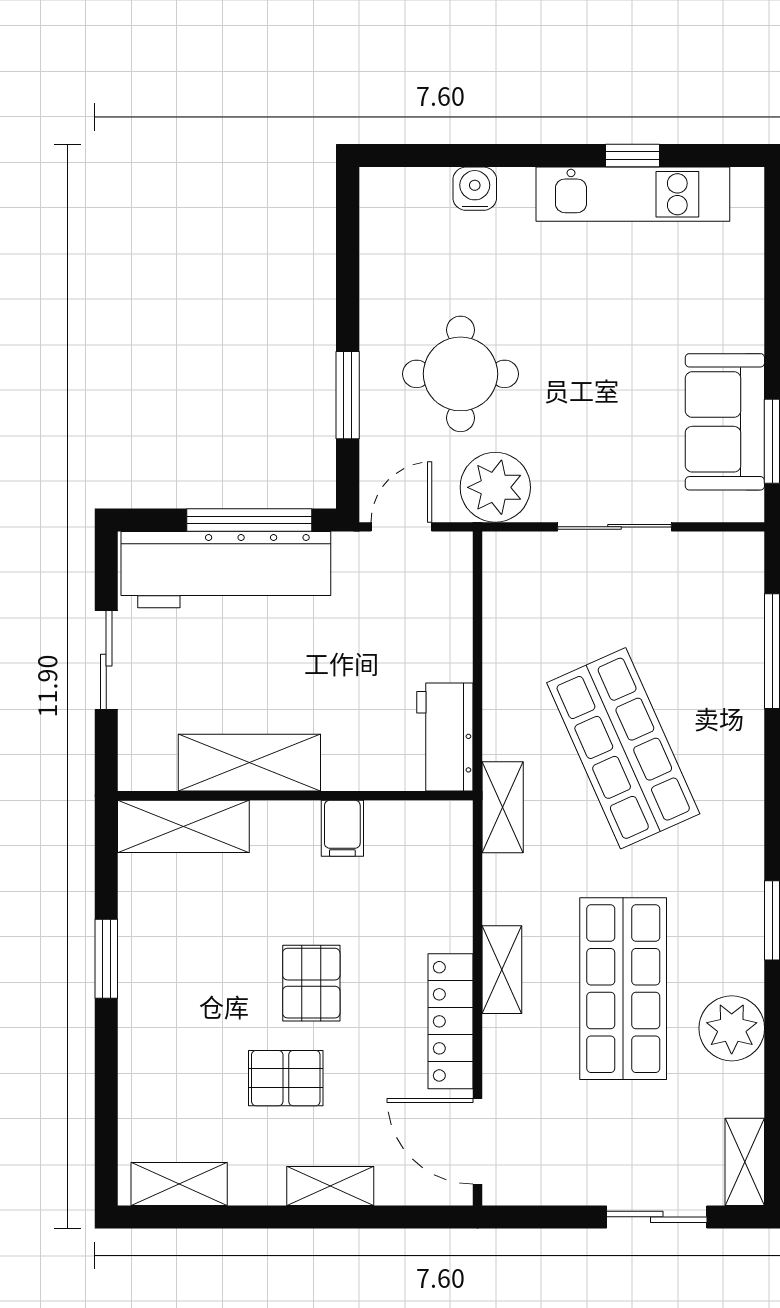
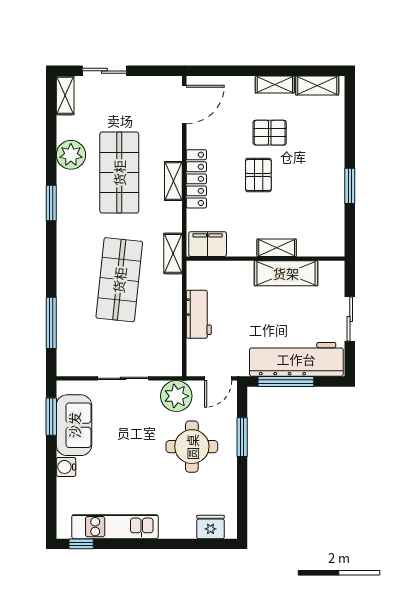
window: (633, 156) -> (81, 544), moved
water cooler: (475, 189) -> (66, 467), moved, turned 90
fridge: (419, 193) -> (210, 527), added
workbench: (445, 737) -> (199, 314), moved
shop shelf: (623, 748) -> (119, 280), turned 30
shelving: (183, 826) -> (277, 248), moved, width x0.67, depth x0.75
filing cabinet: (342, 828) -> (208, 244), moved, width x2.00
locker: (451, 1021) -> (196, 179), moved
door: (477, 1141) -> (184, 104), hinge flipped
shelving: (330, 1186) -> (275, 85), moved

